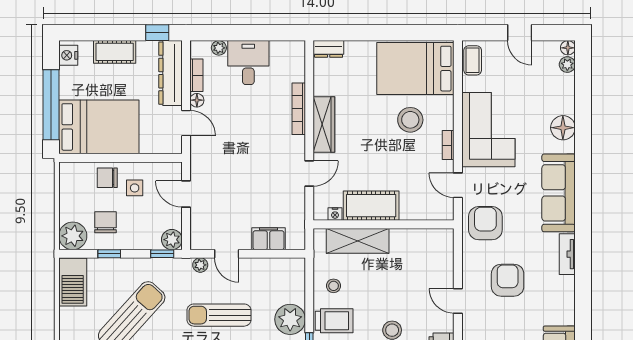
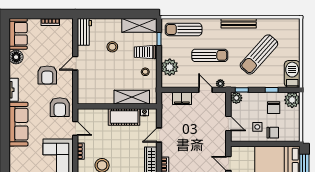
floor lamp: (563, 128) -> (16, 57), moved
door: (458, 301) -> (75, 63), swing flipped
plant: (290, 319) -> (170, 67), moved

